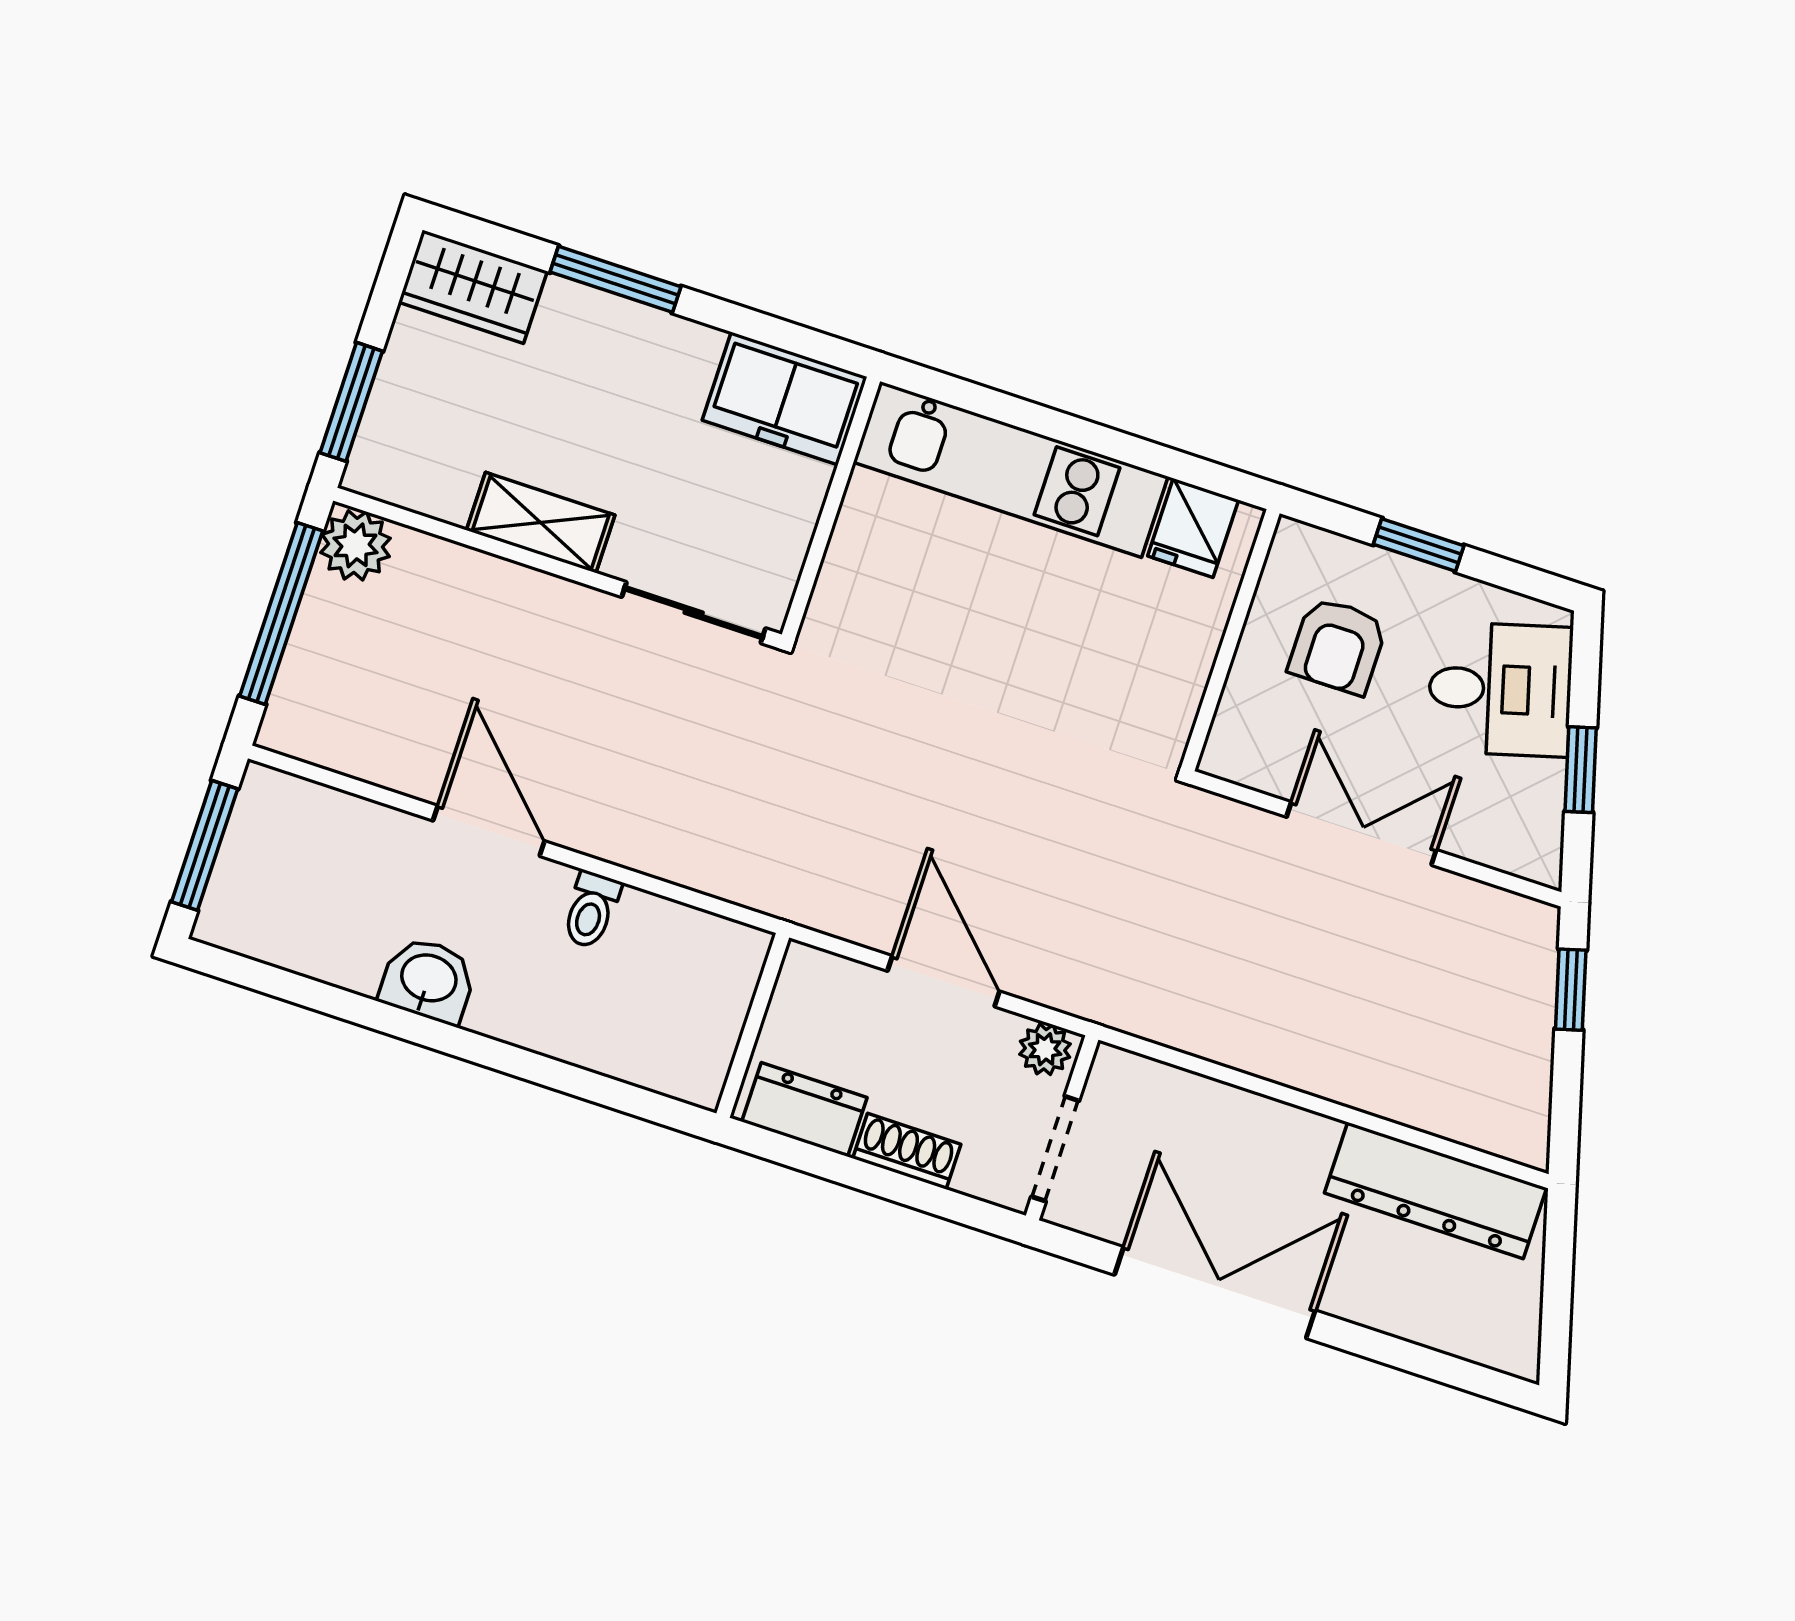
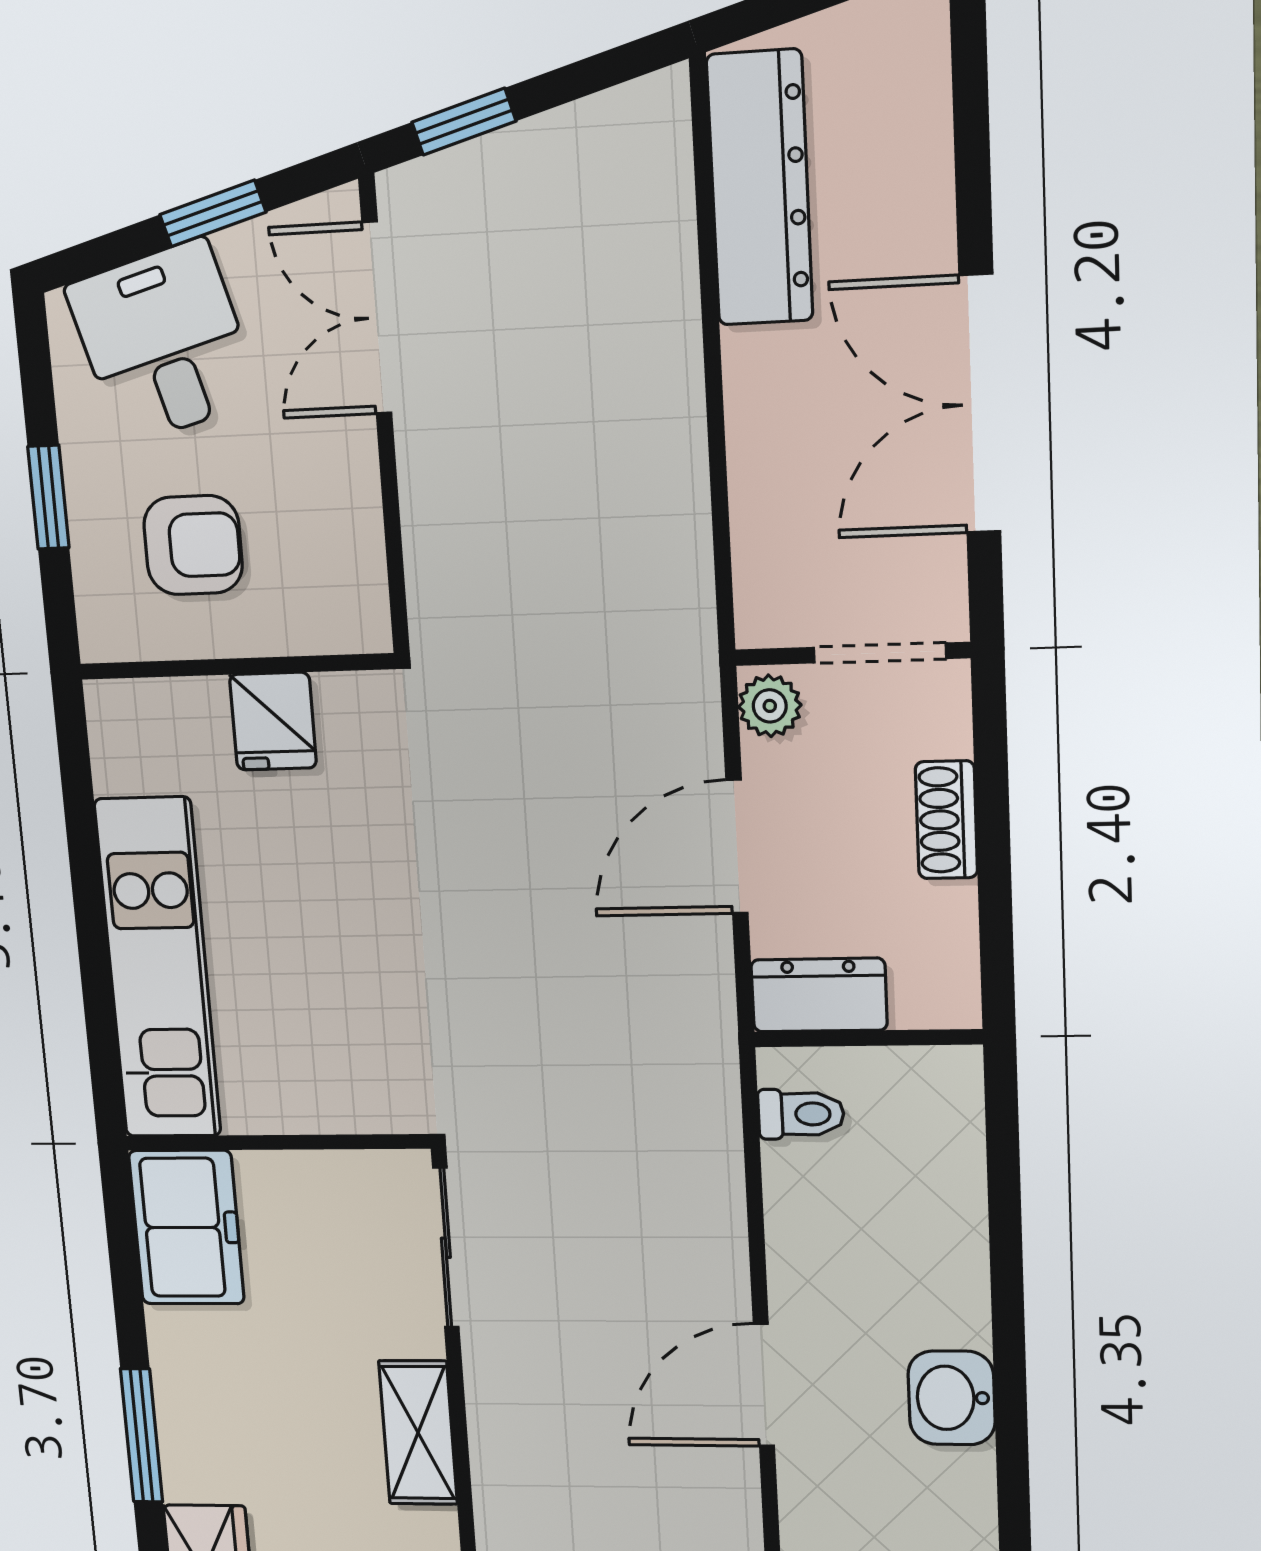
fridge: (1193, 528) -> (273, 721), moved, turned 90
double door: (1361, 833) -> (377, 318), moved
toilet: (591, 910) -> (801, 1114), moved
dresser: (804, 1110) -> (819, 995), moved, turned 90

